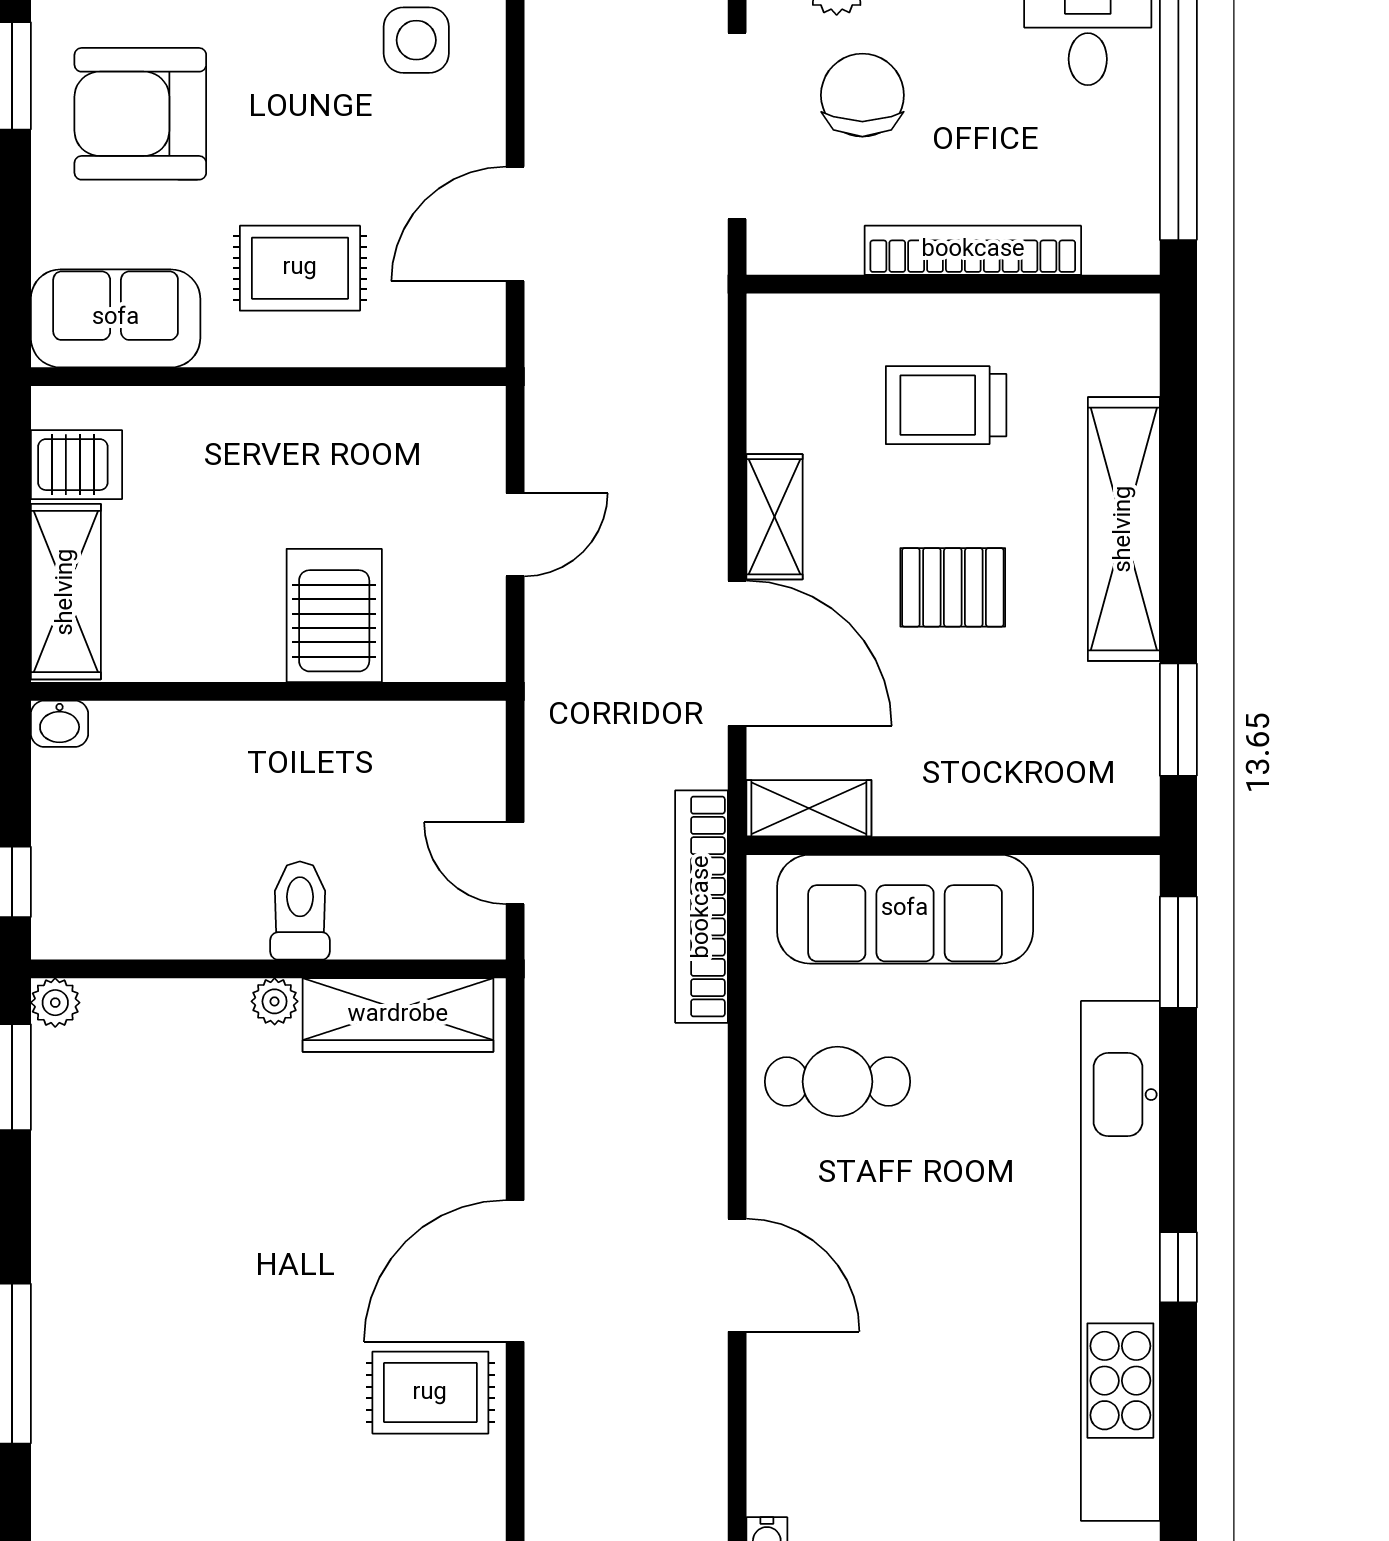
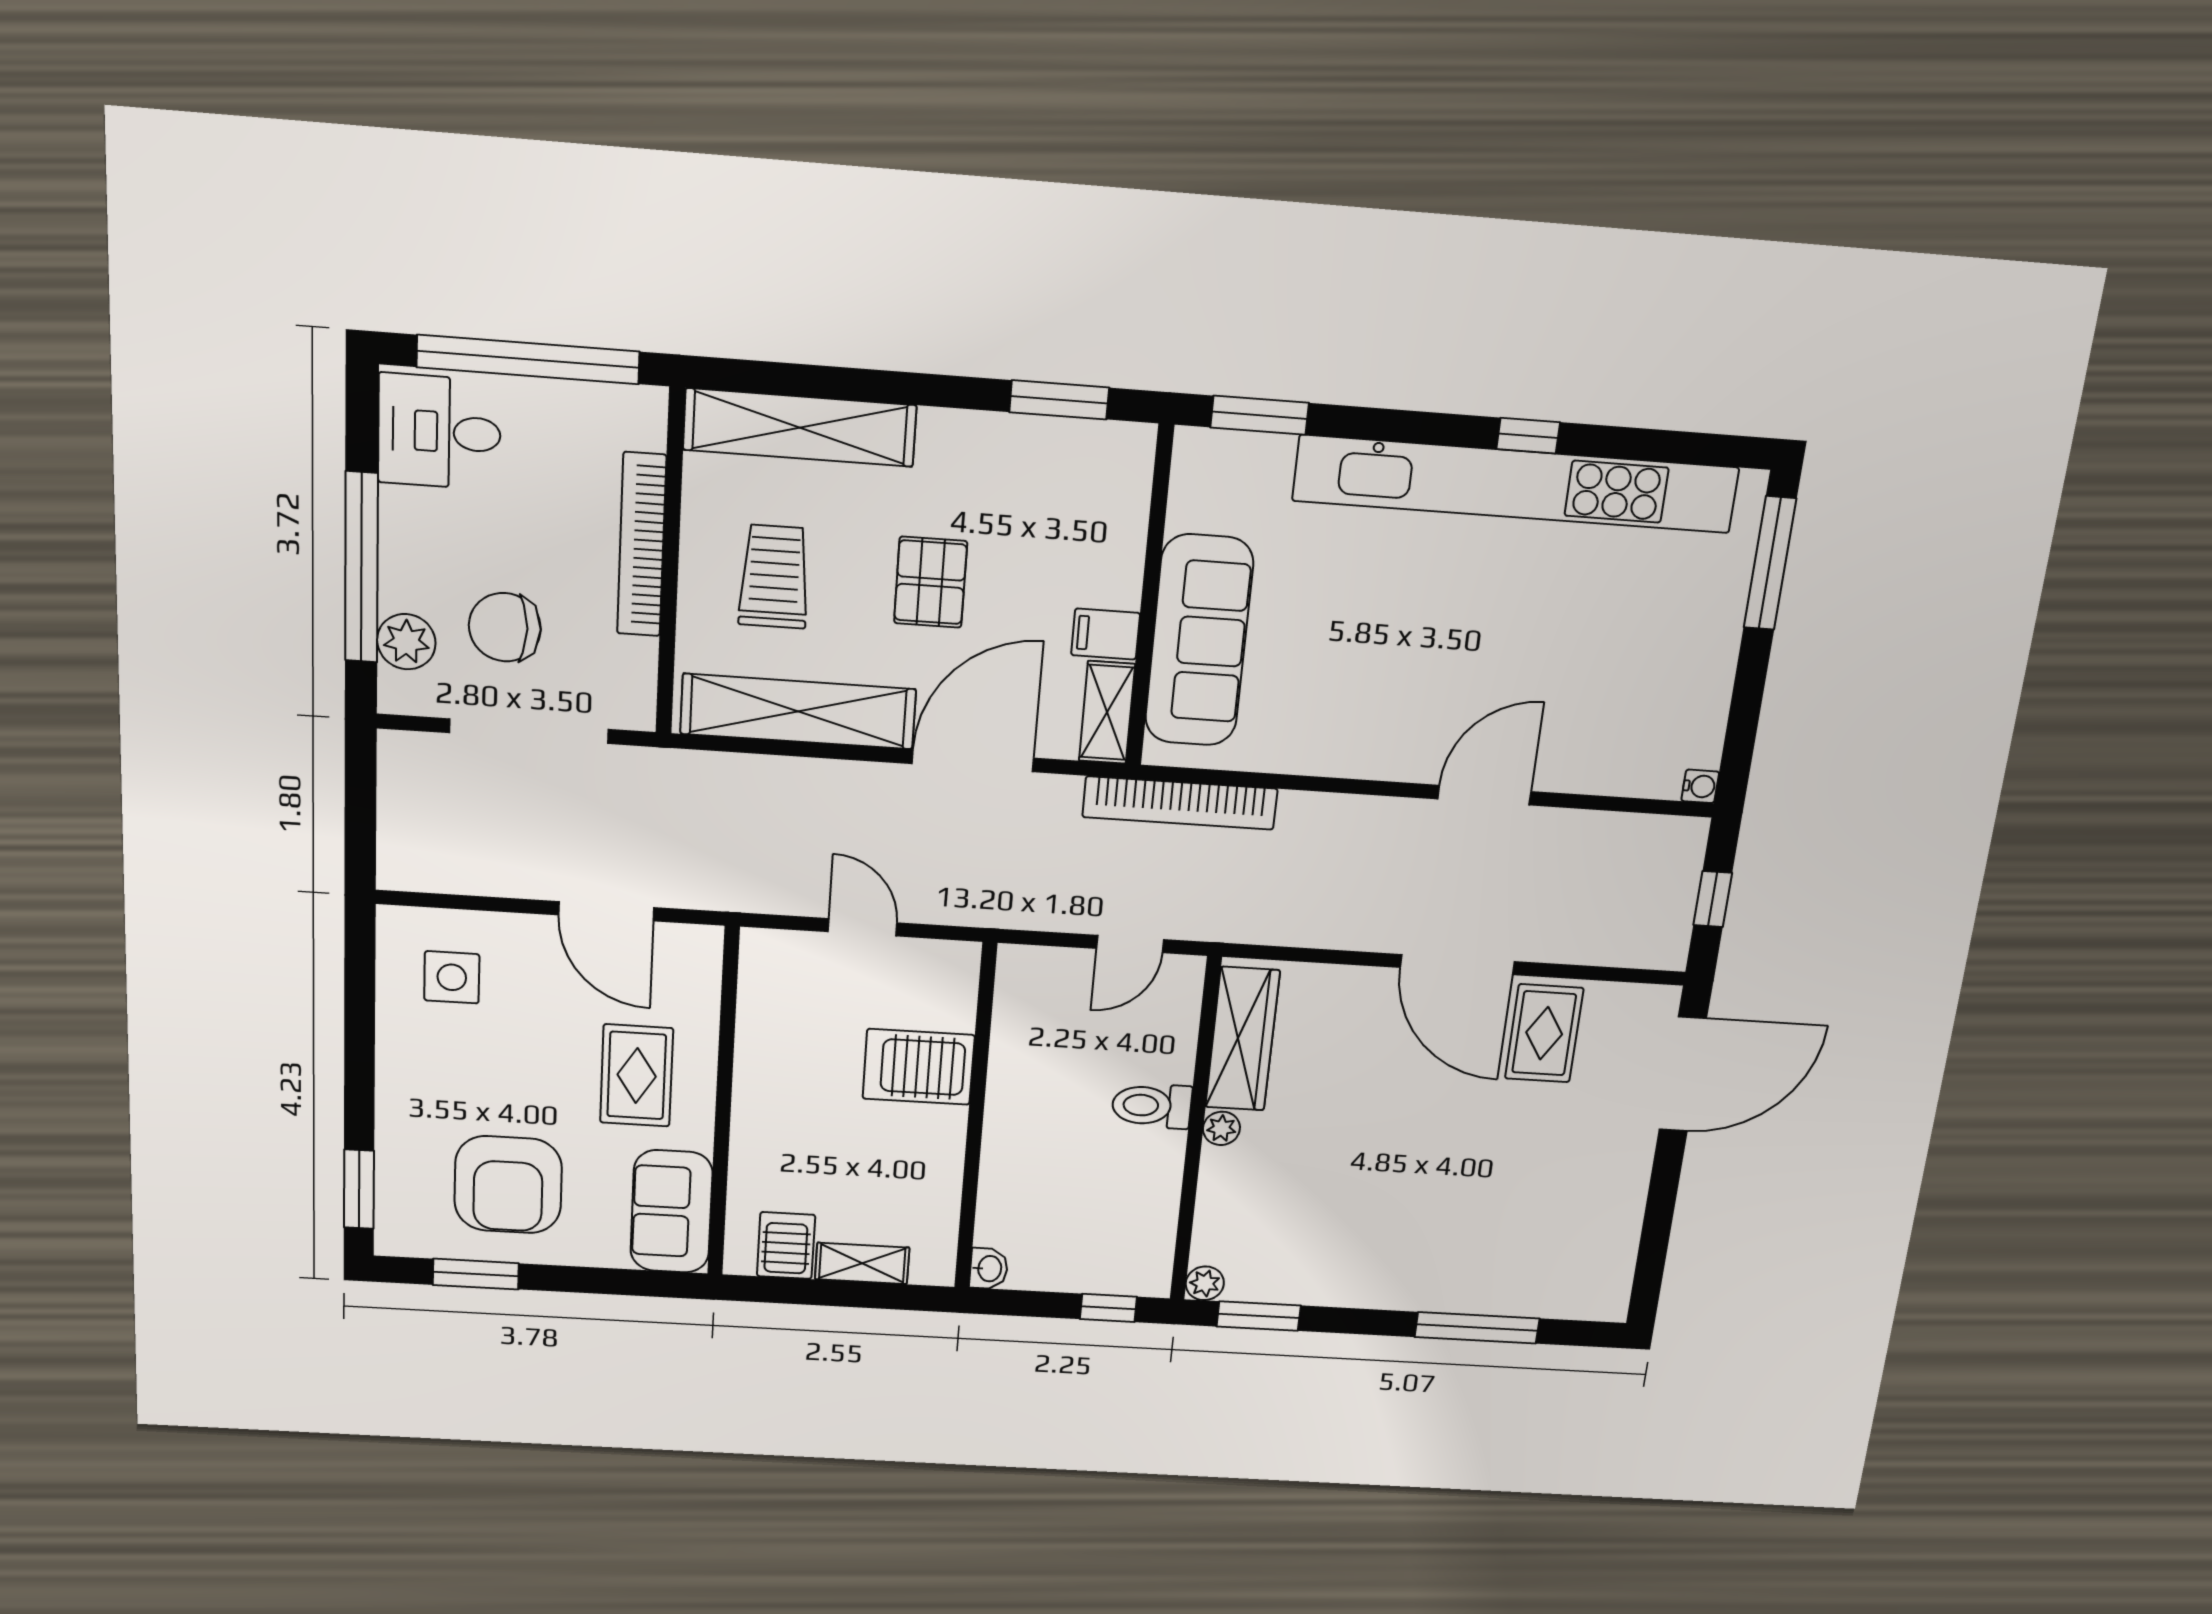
trolley: (946, 405) -> (774, 577), turned 180
shelving: (775, 517) -> (798, 712), width x2.20, depth x1.33
shelving: (1124, 529) -> (800, 427), moved
shelving: (66, 592) -> (862, 1263), width x0.67, depth x0.75
filing cabinet: (905, 798) -> (1106, 634), added
cafe table: (837, 1082) -> (1336, 705), removed

